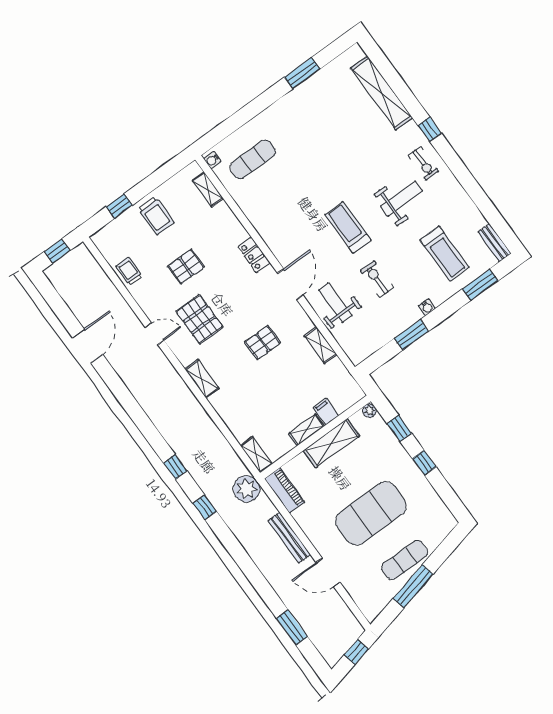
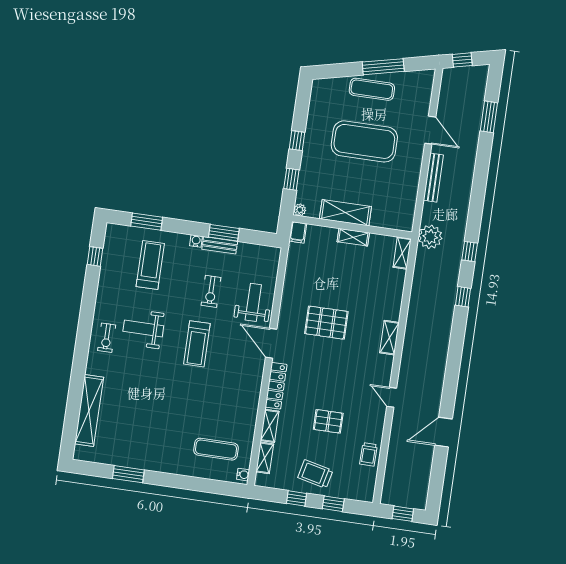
window: (430, 129) -> (95, 256), moved
exercise bike: (423, 163) -> (107, 338), turned 180
window: (152, 182) -> (296, 498), added
trolley: (156, 216) -> (315, 474), turned -77
bench: (494, 243) -> (220, 245), moved, turned 90
locker: (254, 255) -> (276, 386), width x1.53
door: (290, 284) -> (271, 343), hinge flipped
weight bench: (335, 303) -> (253, 302), turned 180
pallet: (199, 319) -> (353, 378), removed
pallet: (263, 343) -> (326, 323), width x1.50, depth x1.42
shelving: (320, 345) -> (270, 426), moved
filing cabinet: (326, 412) -> (298, 232), moved
piano: (284, 490) -> (406, 212), removed

